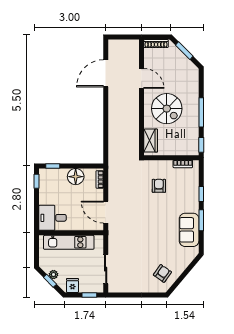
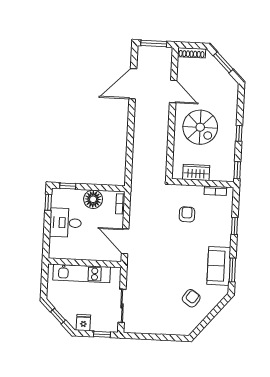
window: (122, 37) -> (154, 44), added
window: (201, 112) -> (239, 133), width x0.46
wardrobe: (151, 141) -> (196, 172), moved, turned -90
desk: (52, 218) -> (66, 223), moved
window: (201, 220) -> (232, 270), moved
armchair: (162, 273) -> (191, 298), moved
plant: (54, 275) -> (62, 309), removed

